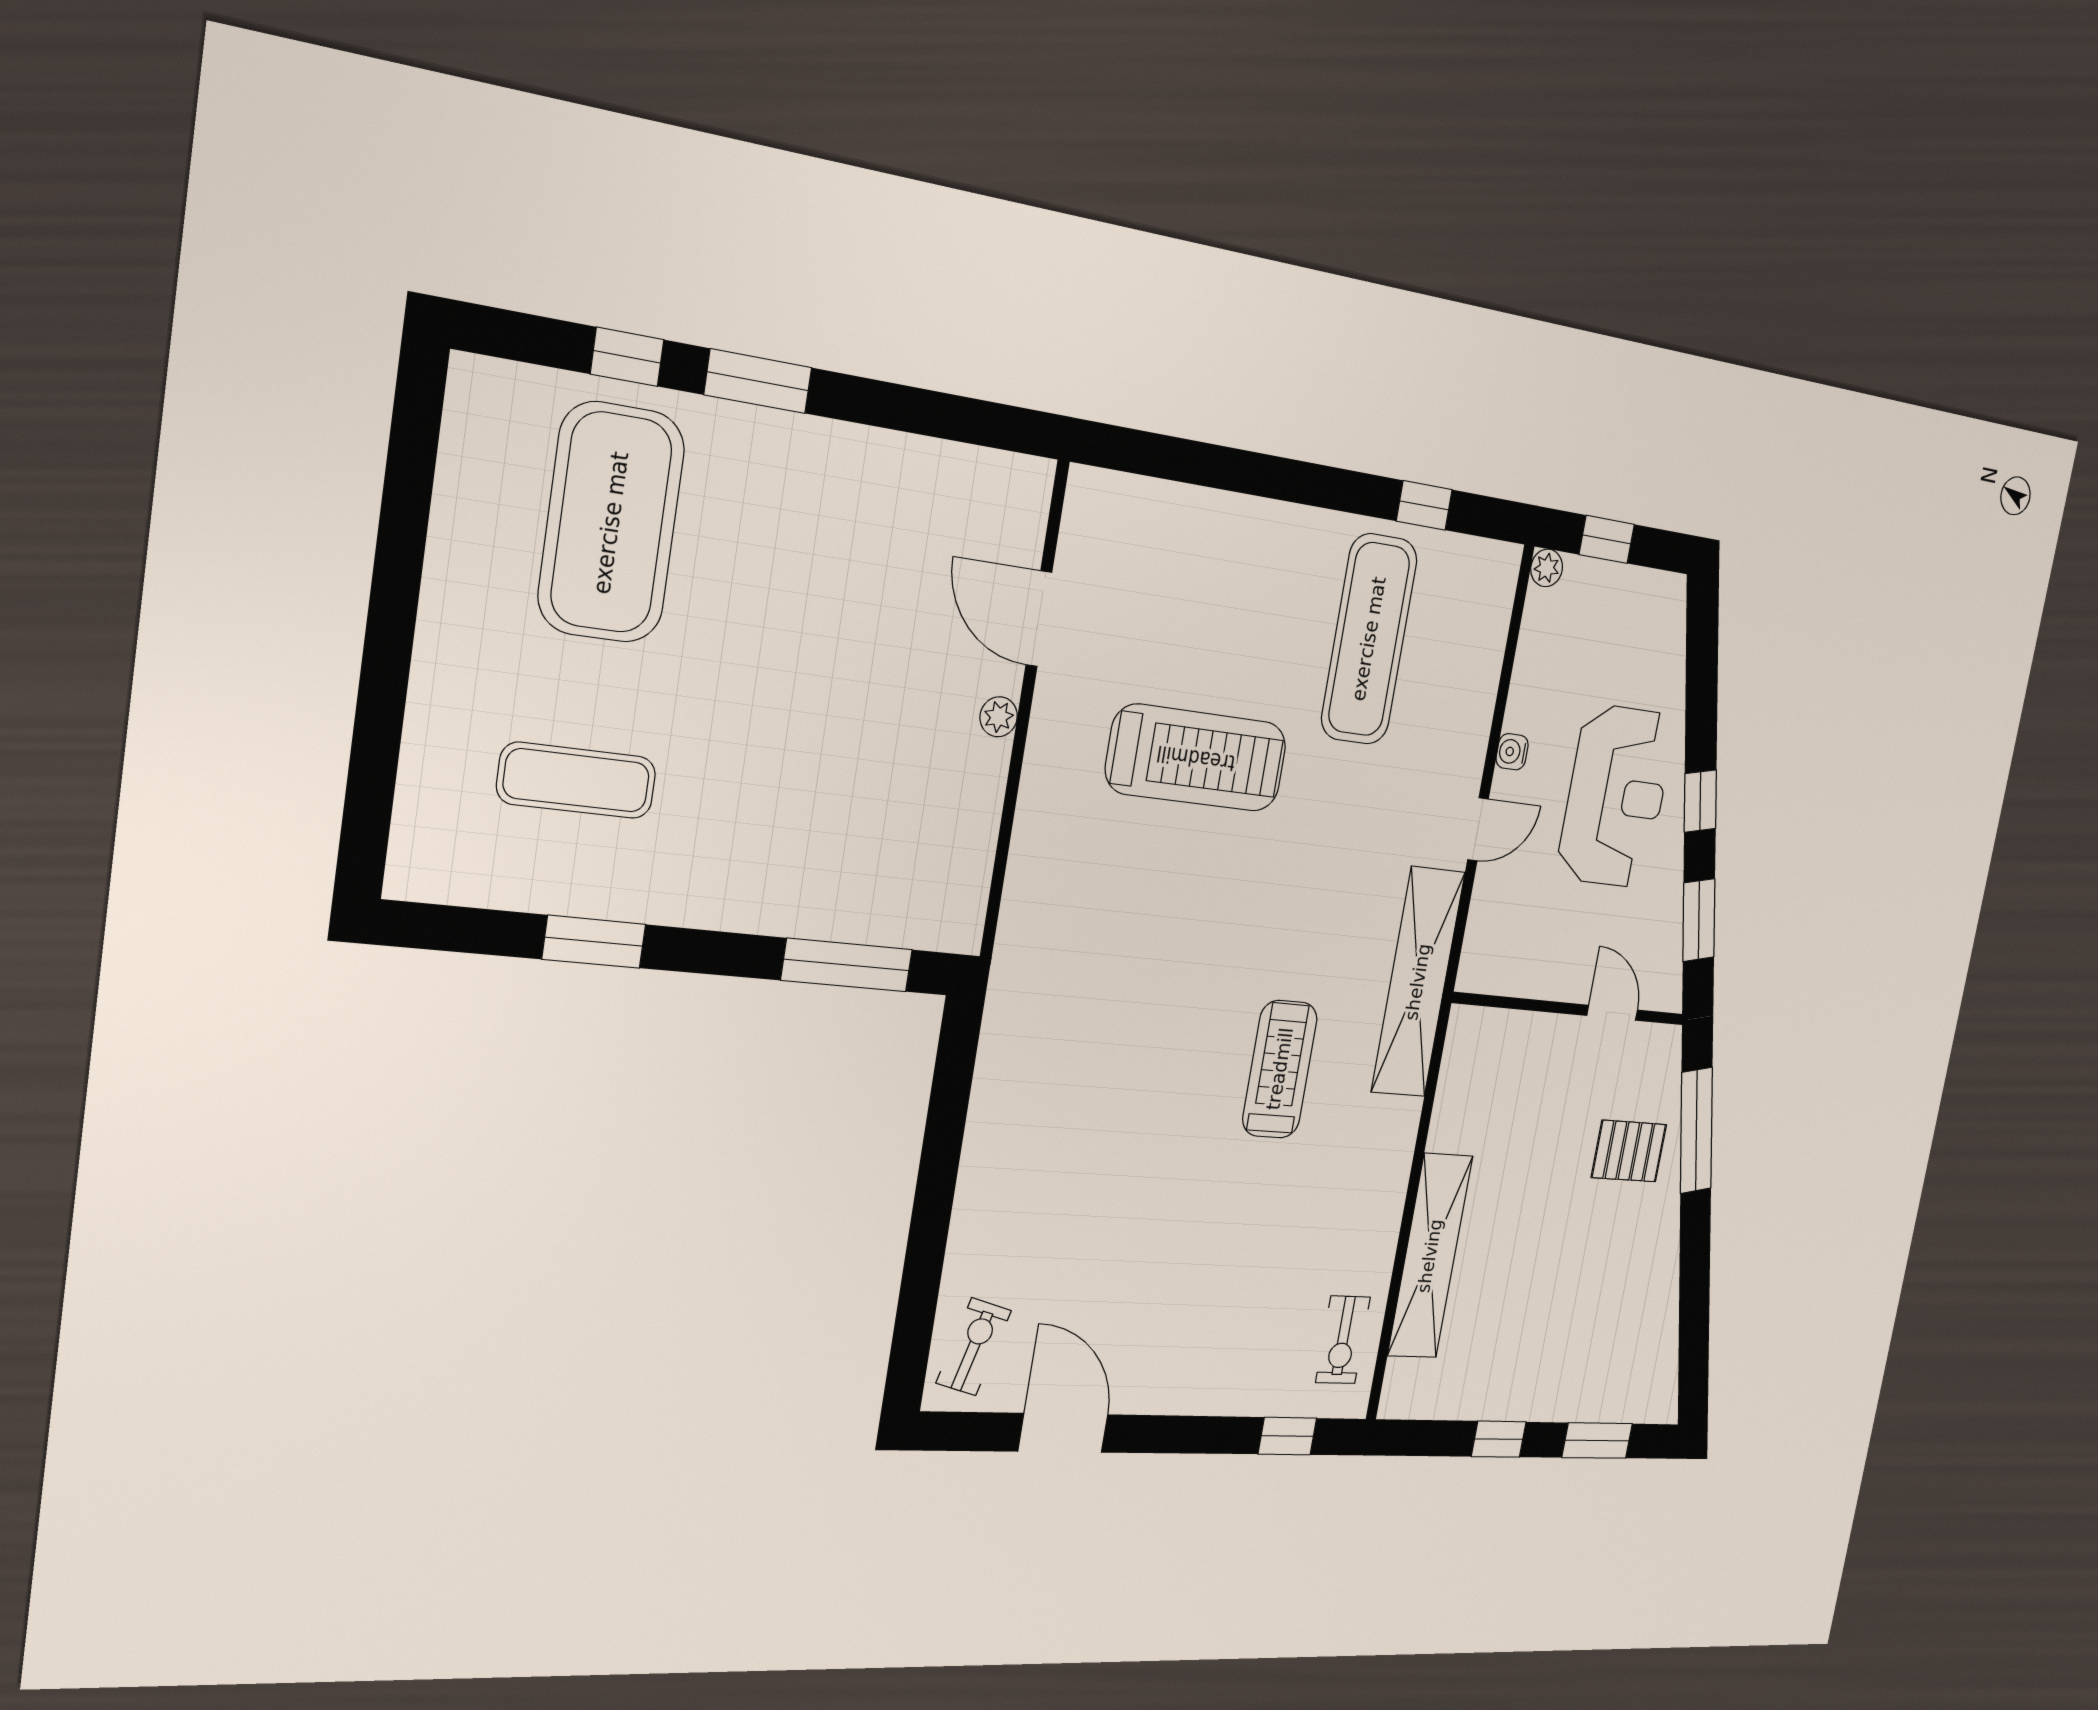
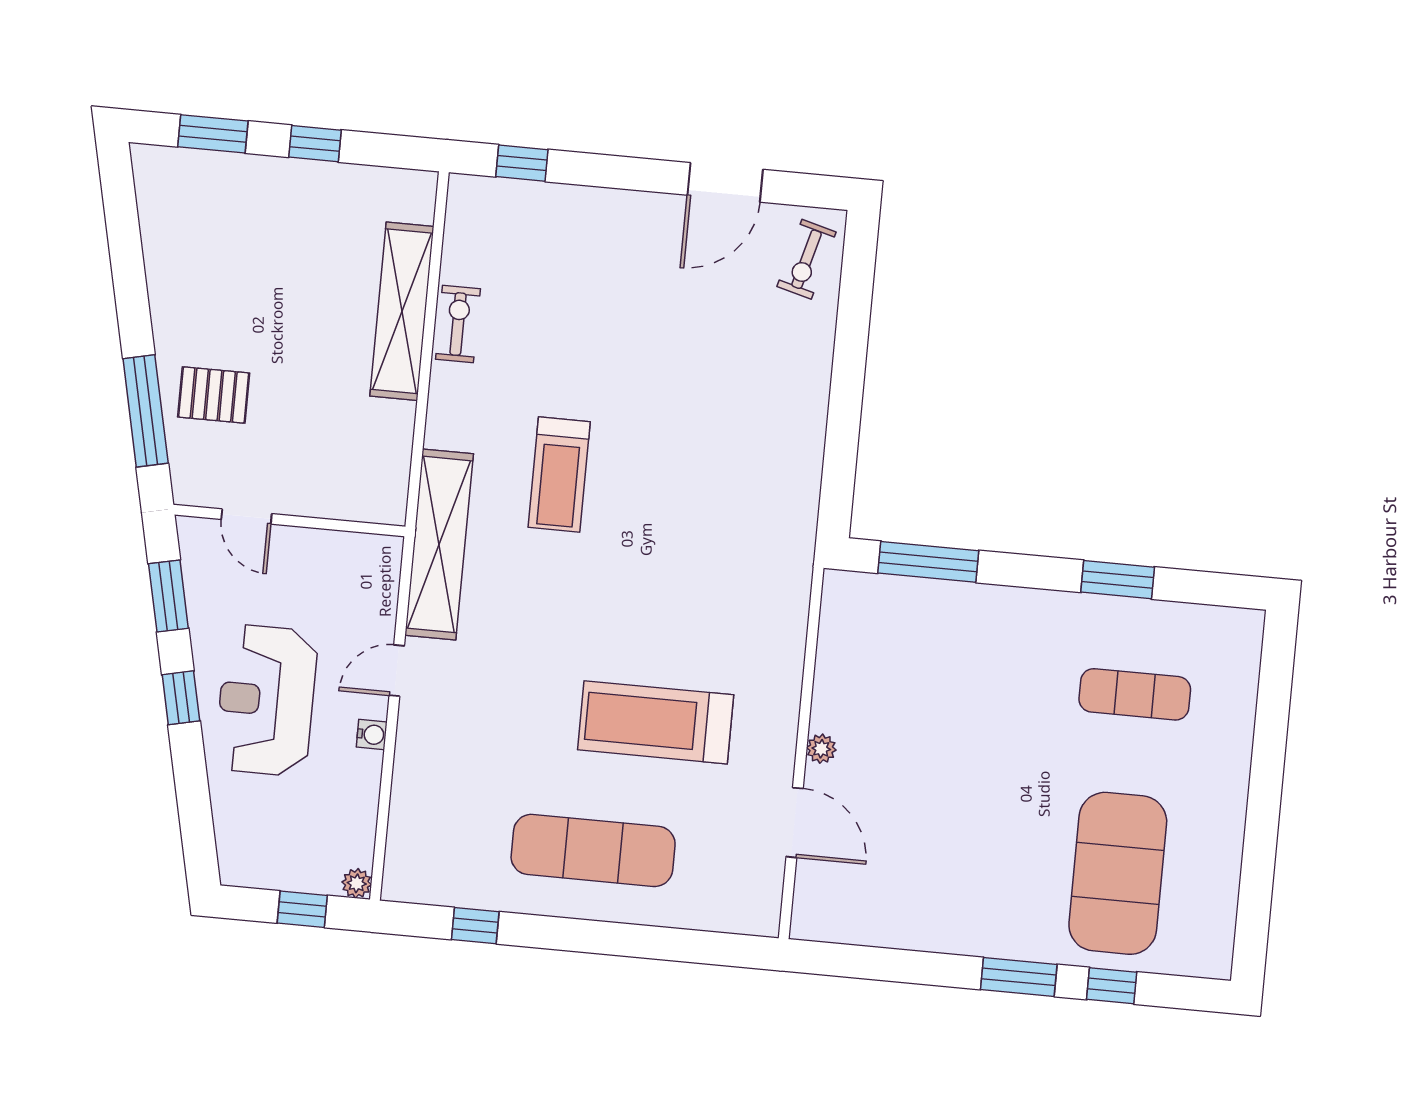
exercise mat: (1369, 639) -> (593, 850), moved, turned 90
exercise bike: (1343, 1340) -> (458, 324), moved
door: (1063, 1433) -> (725, 182), hinge flipped

